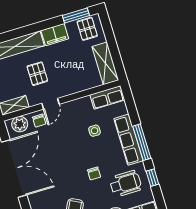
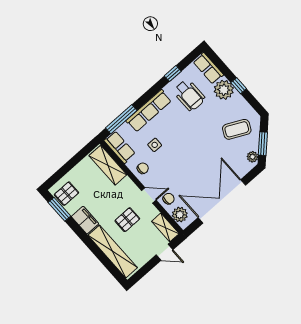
shelving: (105, 63) -> (108, 165), moved, turned 90
window: (142, 142) -> (121, 119), moved
chair: (94, 173) -> (143, 168), moved
wheelchair: (126, 184) -> (189, 95), turned 180

